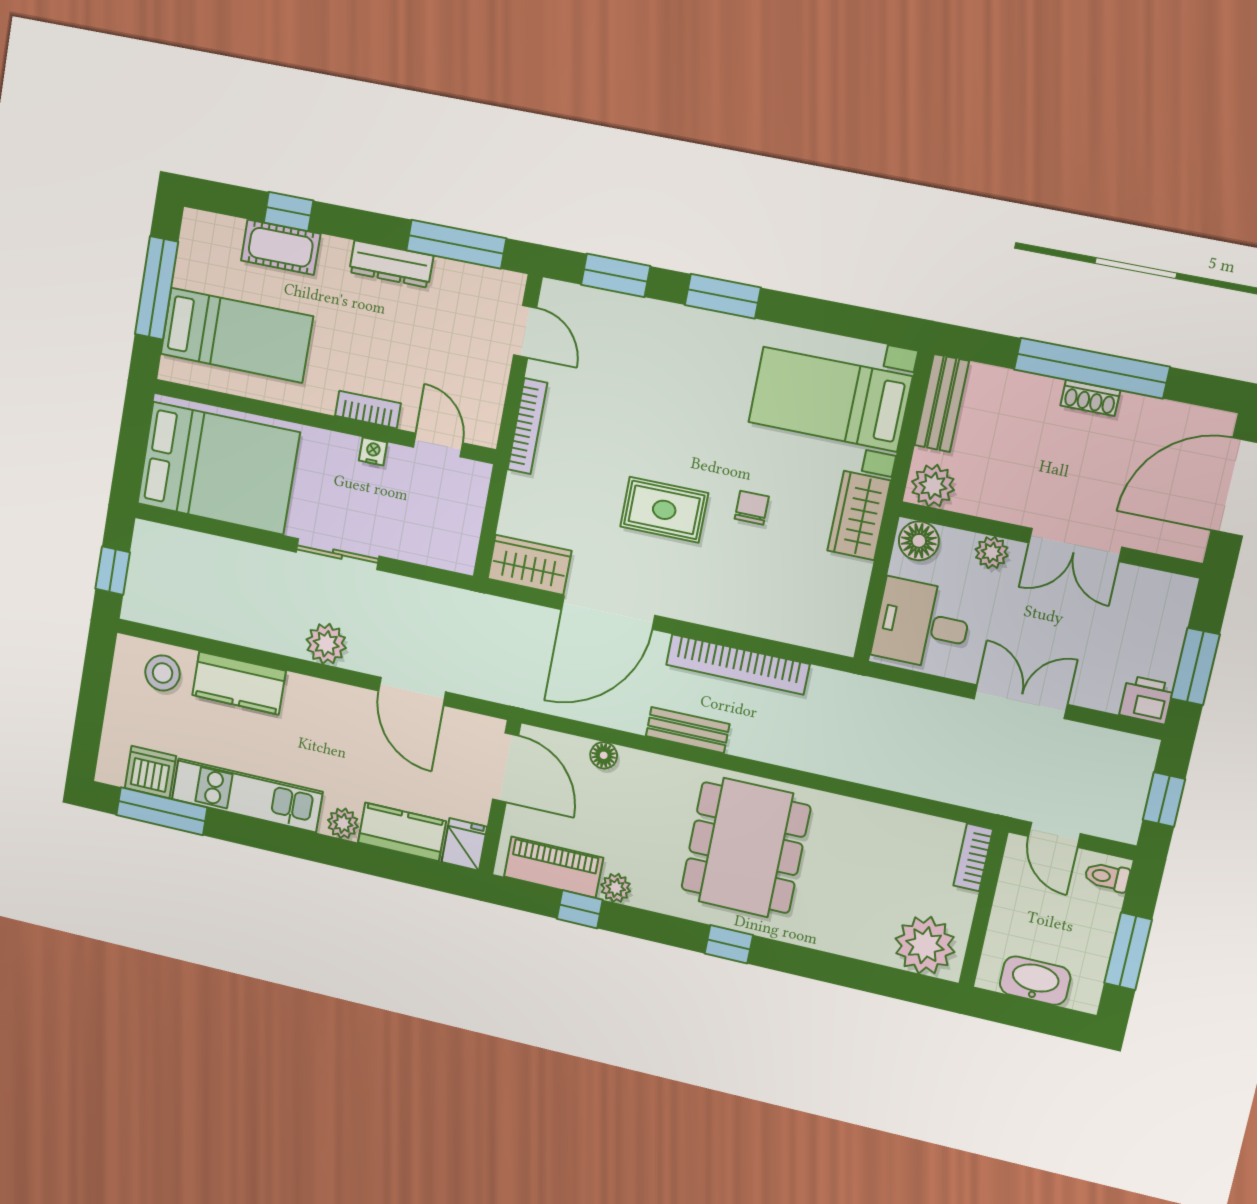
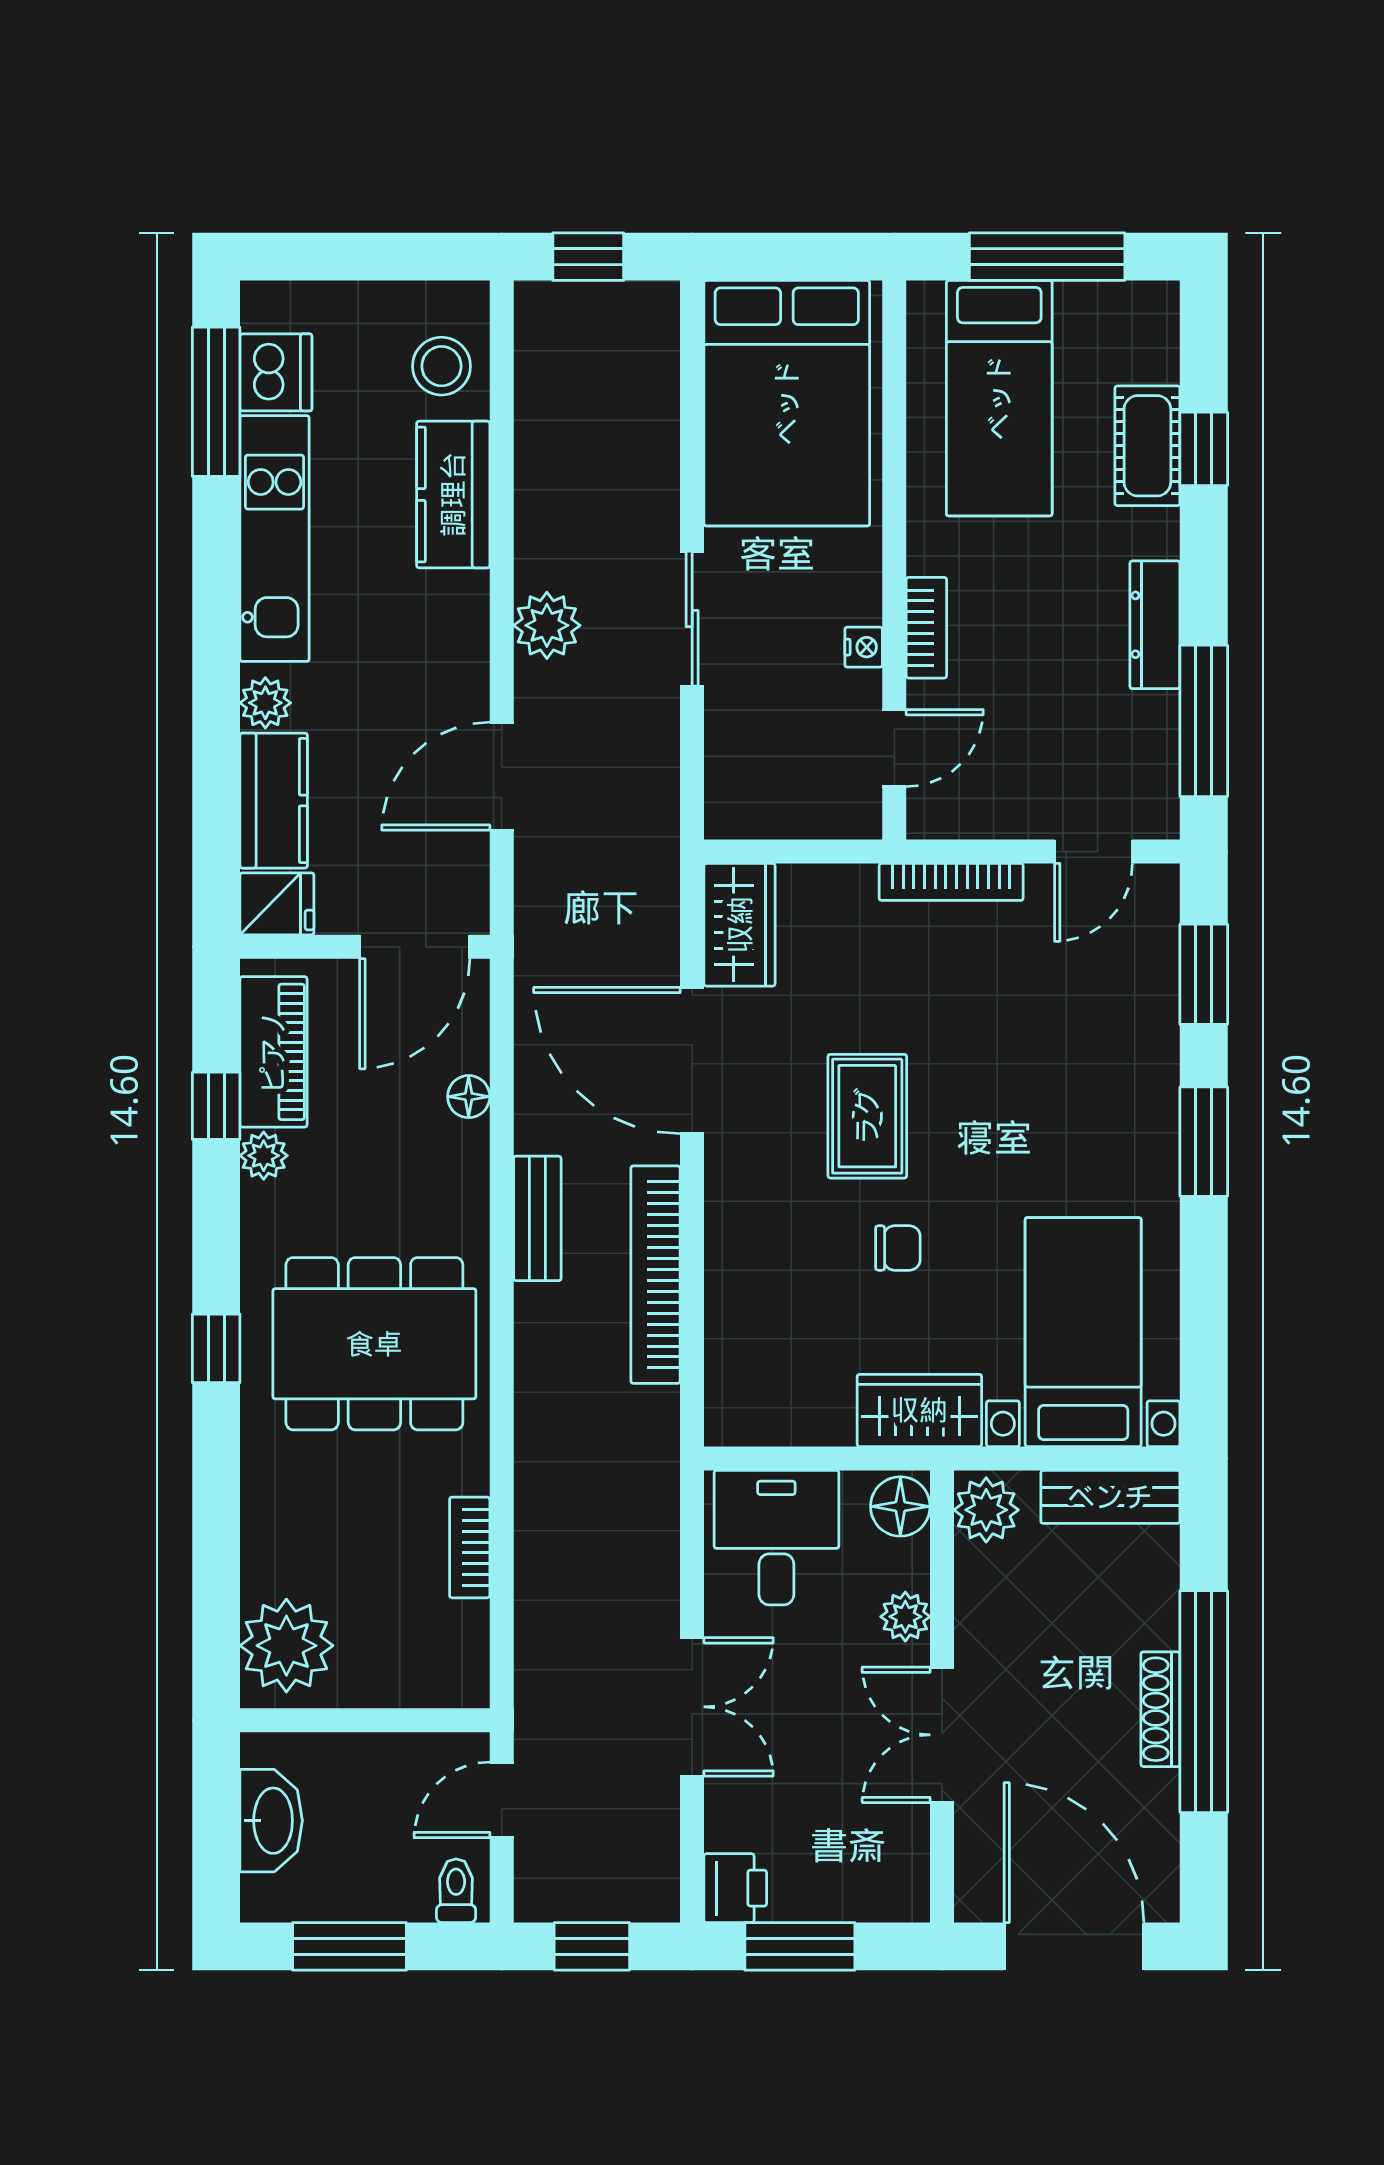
shoe rack: (1090, 398) -> (1160, 1709), width x1.43
bookcase: (973, 857) -> (470, 1547), moved, turned -90

